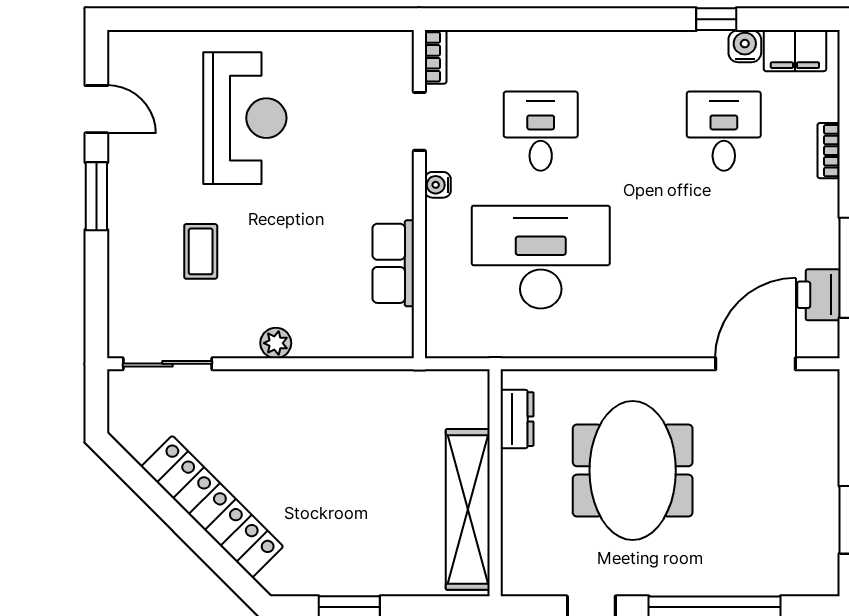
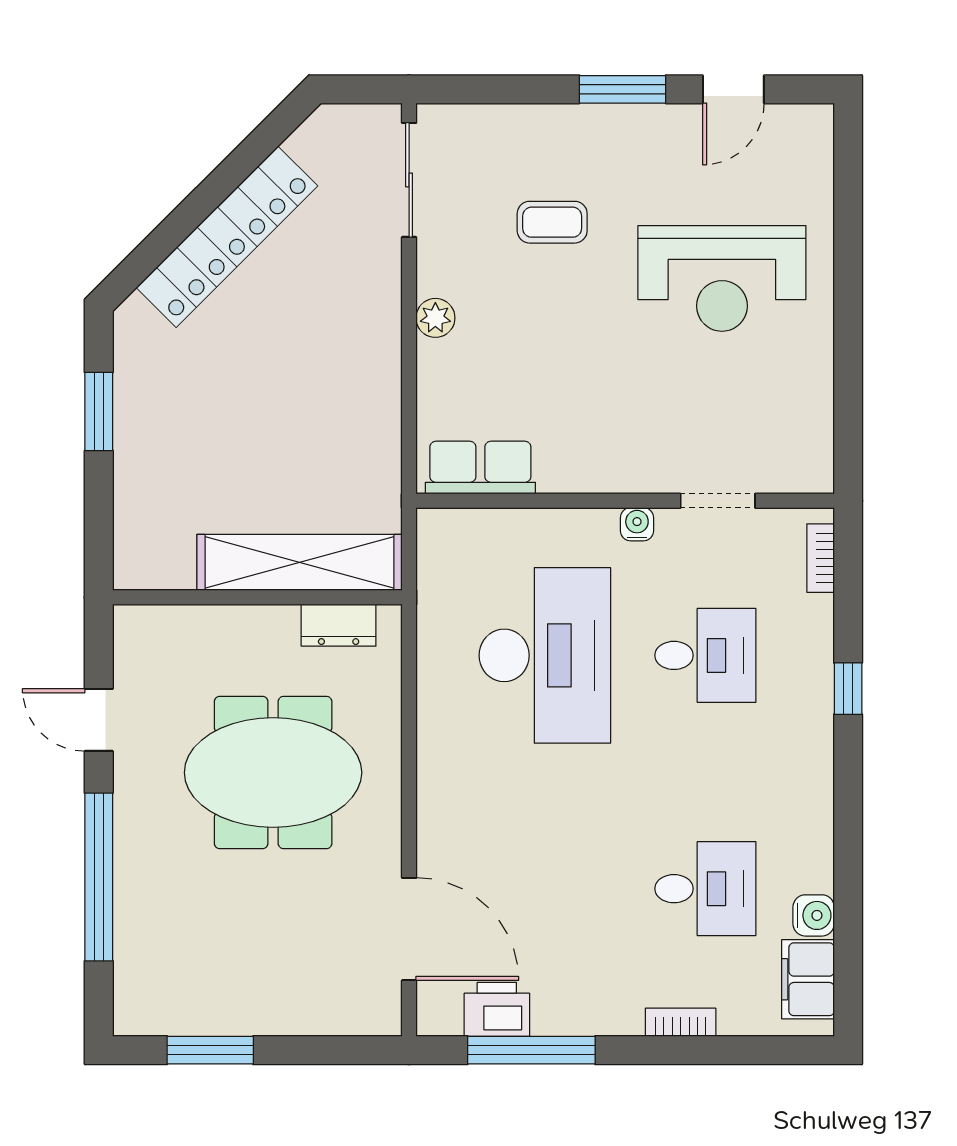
window: (716, 19) -> (848, 689), moved
bookcase: (436, 57) -> (821, 558), moved, turned 90
row of seats: (393, 263) -> (480, 468), moved
shelving: (468, 509) -> (299, 562), moved

